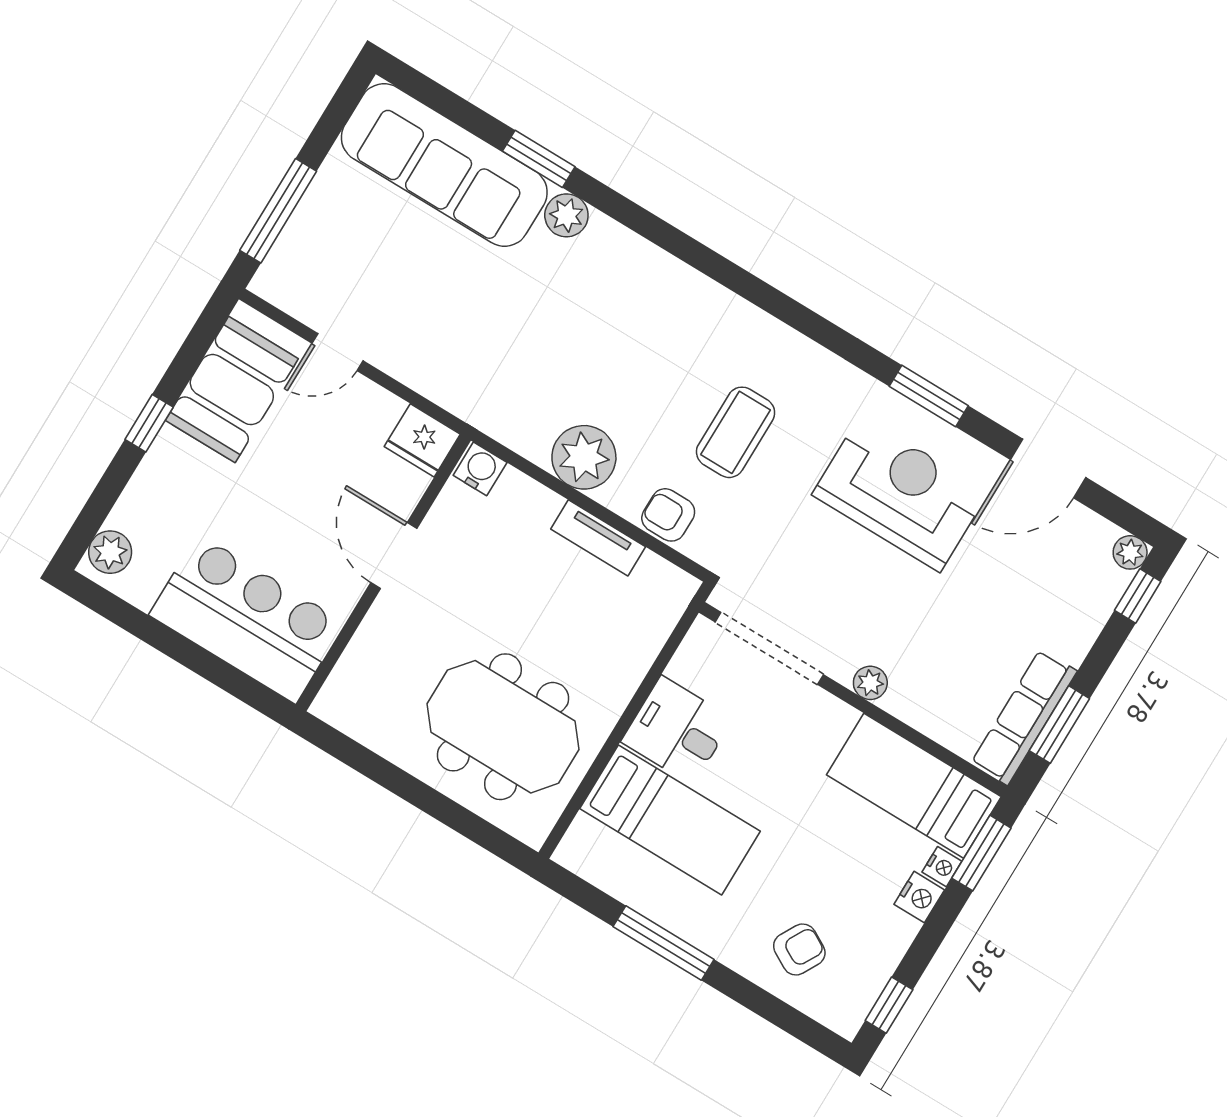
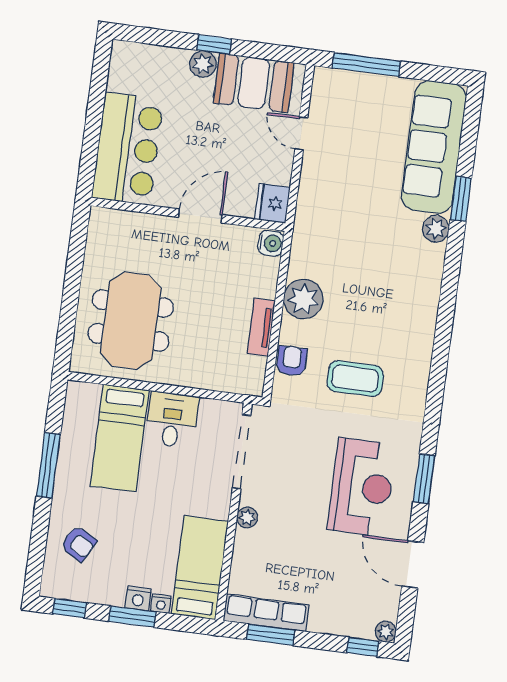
plant: (110, 552) -> (203, 64), moved
window: (981, 853) -> (132, 617), moved

